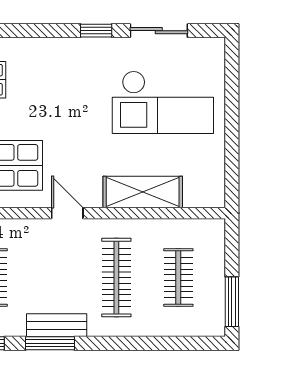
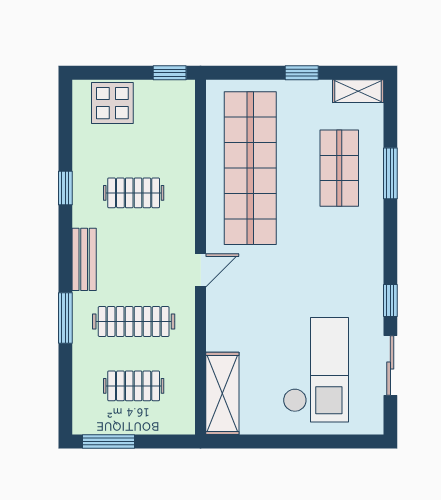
checkout: (163, 102) -> (316, 370), turned 180
shelving: (143, 192) -> (222, 393), moved
window: (50, 343) -> (65, 318), moved

